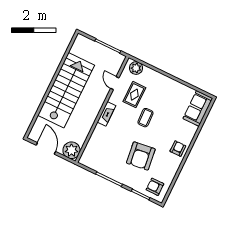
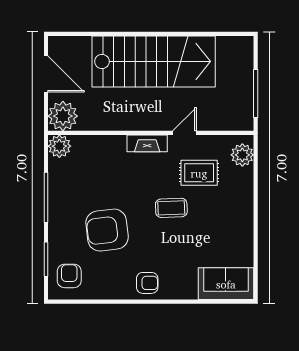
door: (115, 83) -> (184, 133), moved
door: (46, 148) -> (46, 74), hinge flipped
plant: (86, 160) -> (59, 146), added

